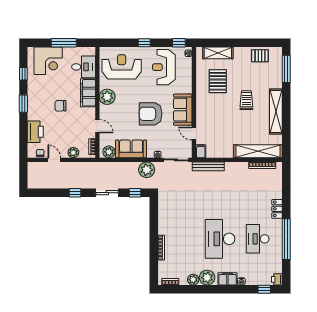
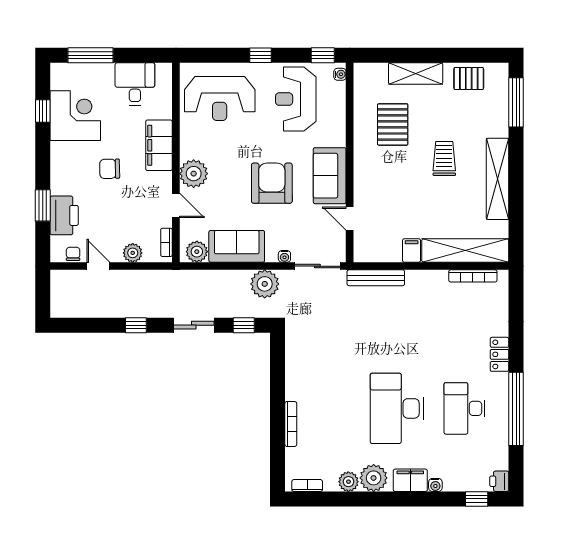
window: (64, 43) -> (90, 55), moved
shelving: (218, 53) -> (416, 73), moved
corner desk: (48, 61) -> (75, 116), moved, turned -90
desk: (83, 67) -> (135, 84), moved, turned -90
reception desk: (122, 67) -> (220, 99), turned 180
plant: (107, 97) -> (194, 174), moved
window: (23, 104) -> (43, 205), moved
armchair: (151, 114) -> (272, 183), turned 90
filing cabinet: (201, 151) -> (412, 250), moved

